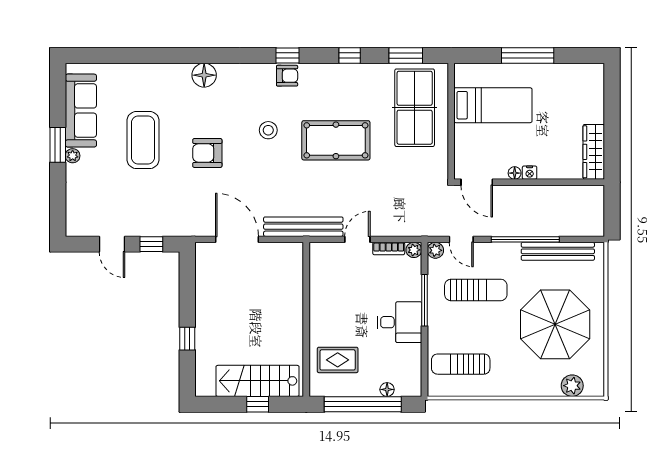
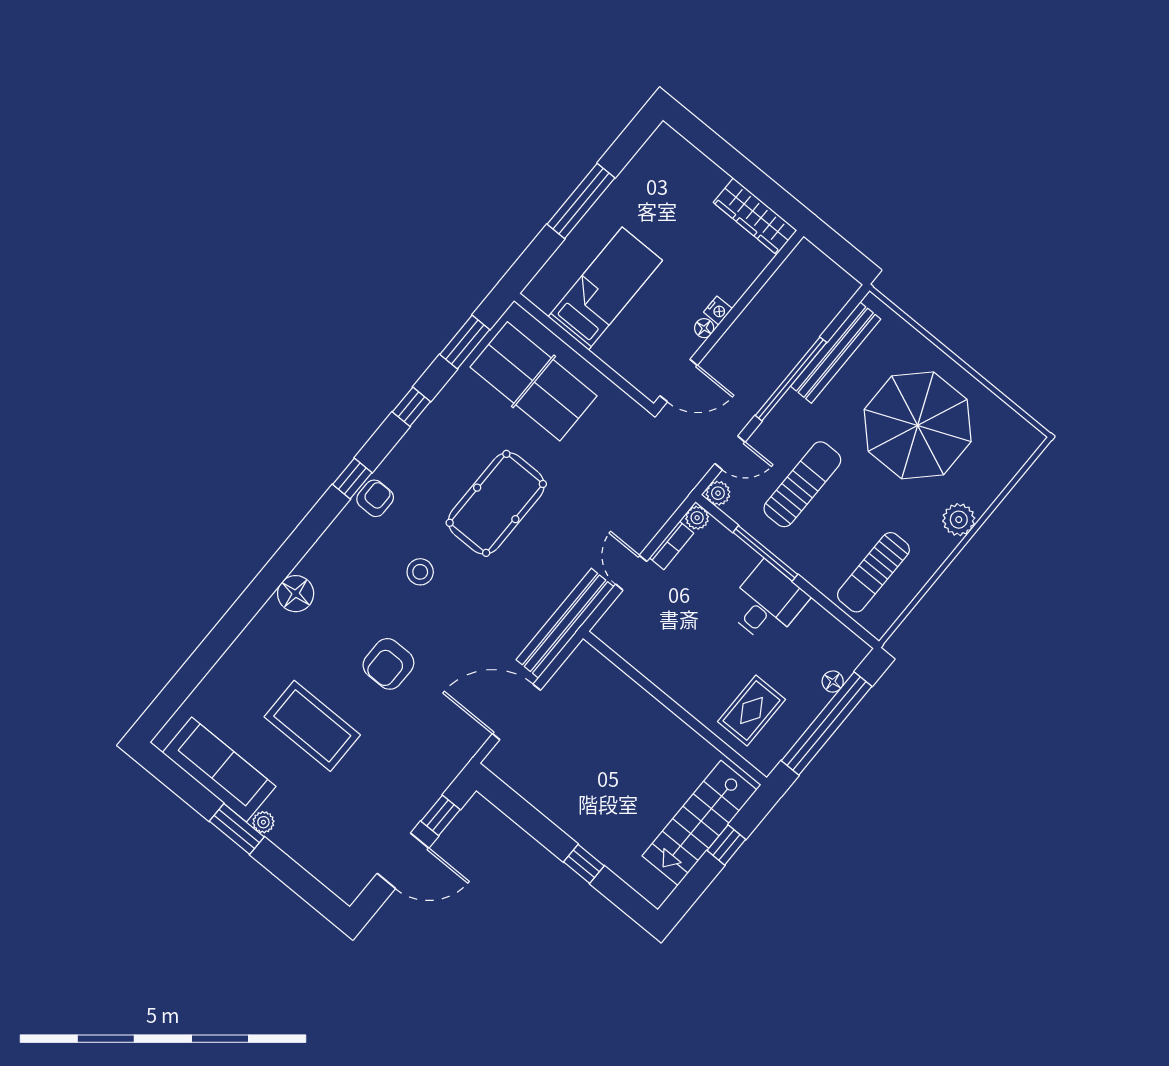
door: (112, 244) -> (403, 861), width x1.38
plant: (572, 386) -> (959, 520), moved

